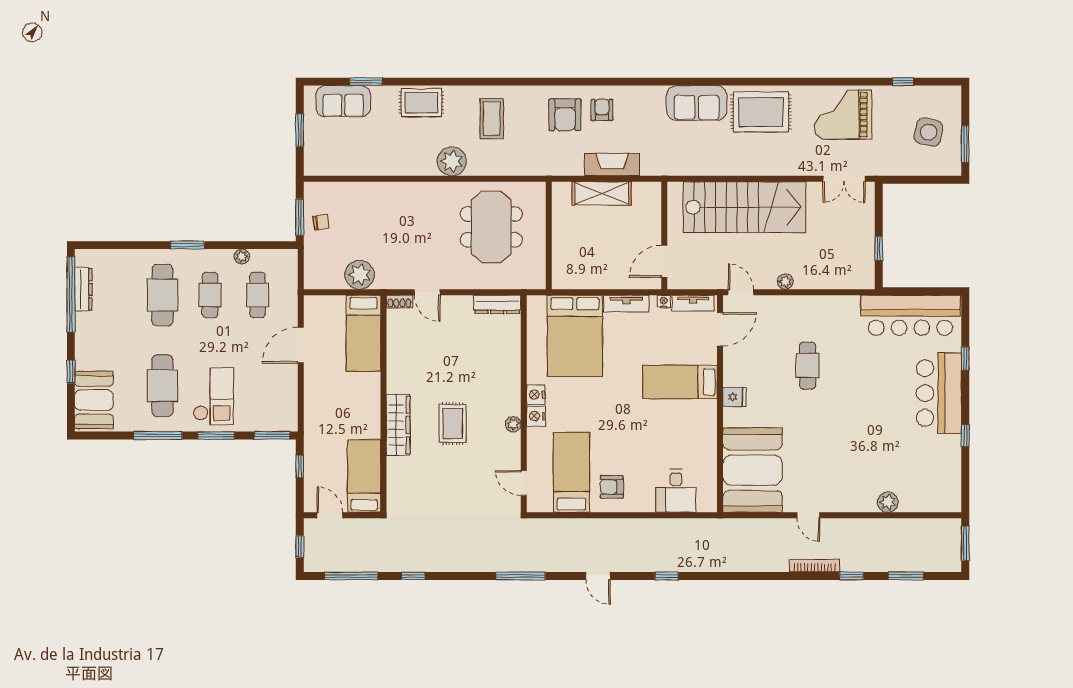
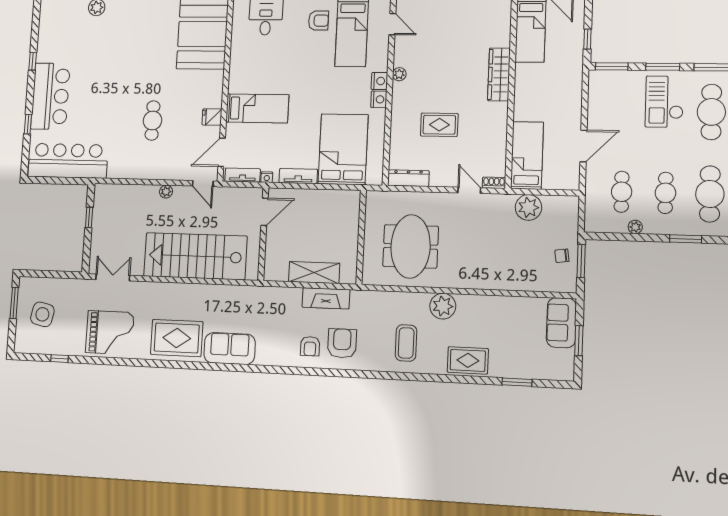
sofa: (343, 101) -> (561, 323), moved, turned -90
fireplace: (612, 165) -> (326, 298), moved
fridge: (734, 397) -> (212, 117), moved
rug: (453, 424) -> (439, 125), moved, turned 90

